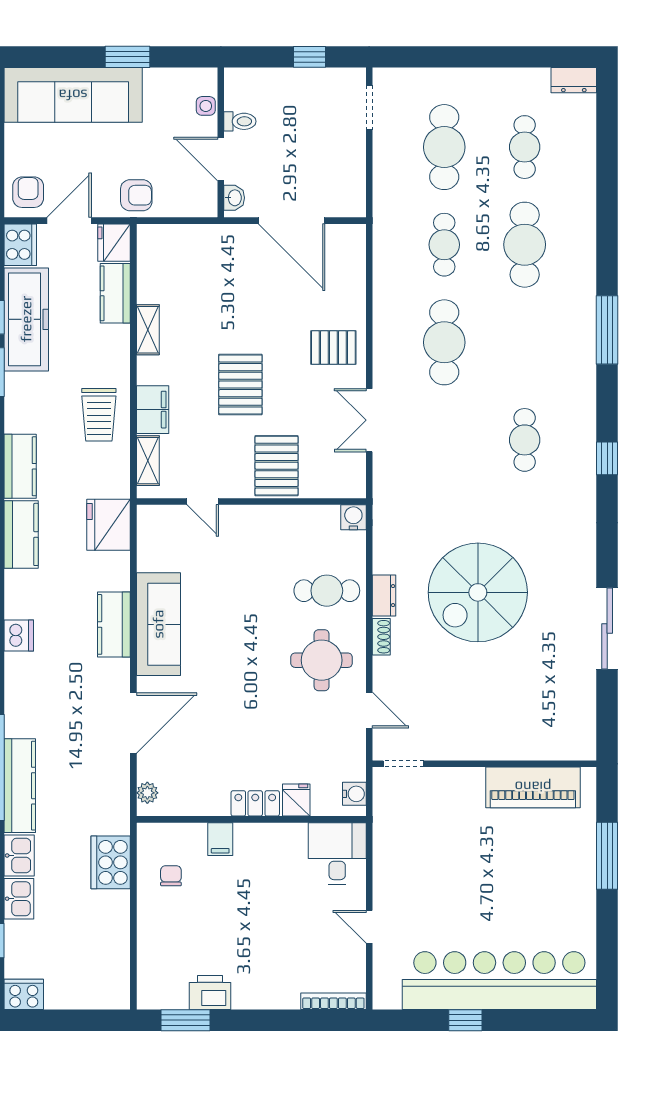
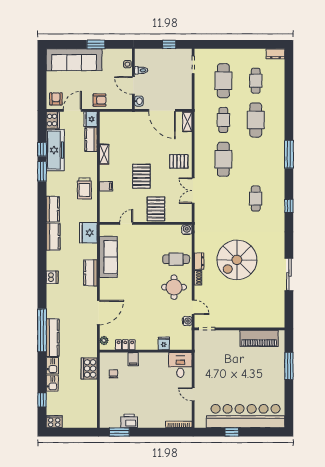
filing cabinet: (153, 410) -> (106, 186), width x0.50
shelving: (148, 461) -> (187, 122), moved
door: (203, 501) -> (126, 223), swing flipped
sofa: (158, 624) -> (108, 257), moved
water cooler: (354, 794) -> (187, 321), moved
locker: (255, 803) -> (125, 345), moved

